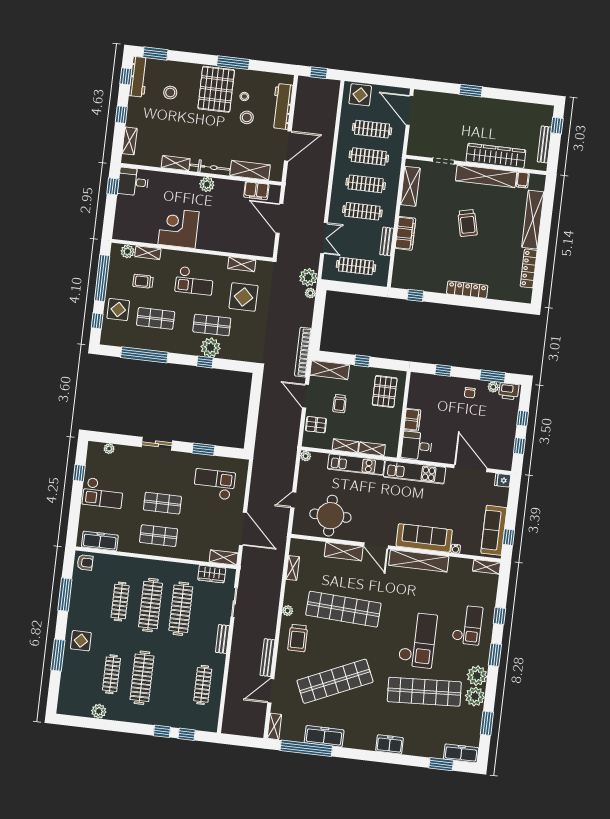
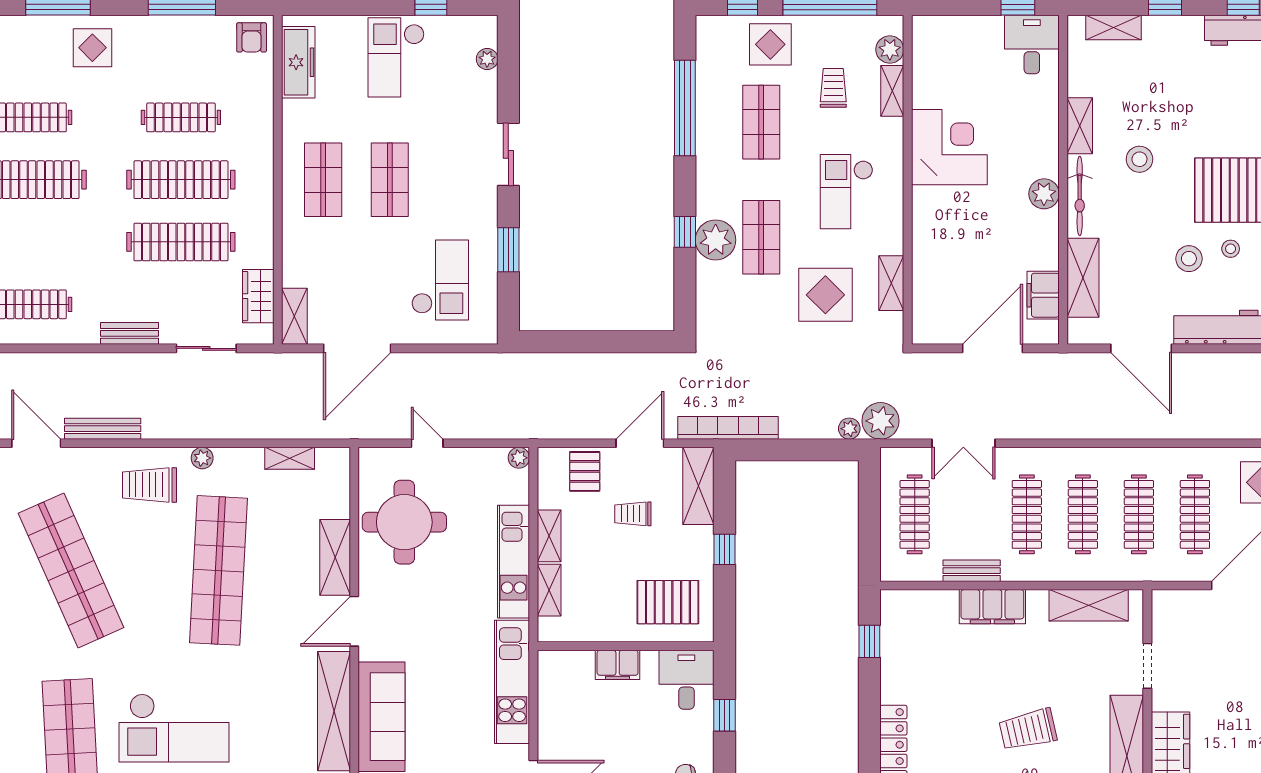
stool: (170, 93) -> (1139, 159), moved
desk: (417, 446) -> (686, 680), moved

